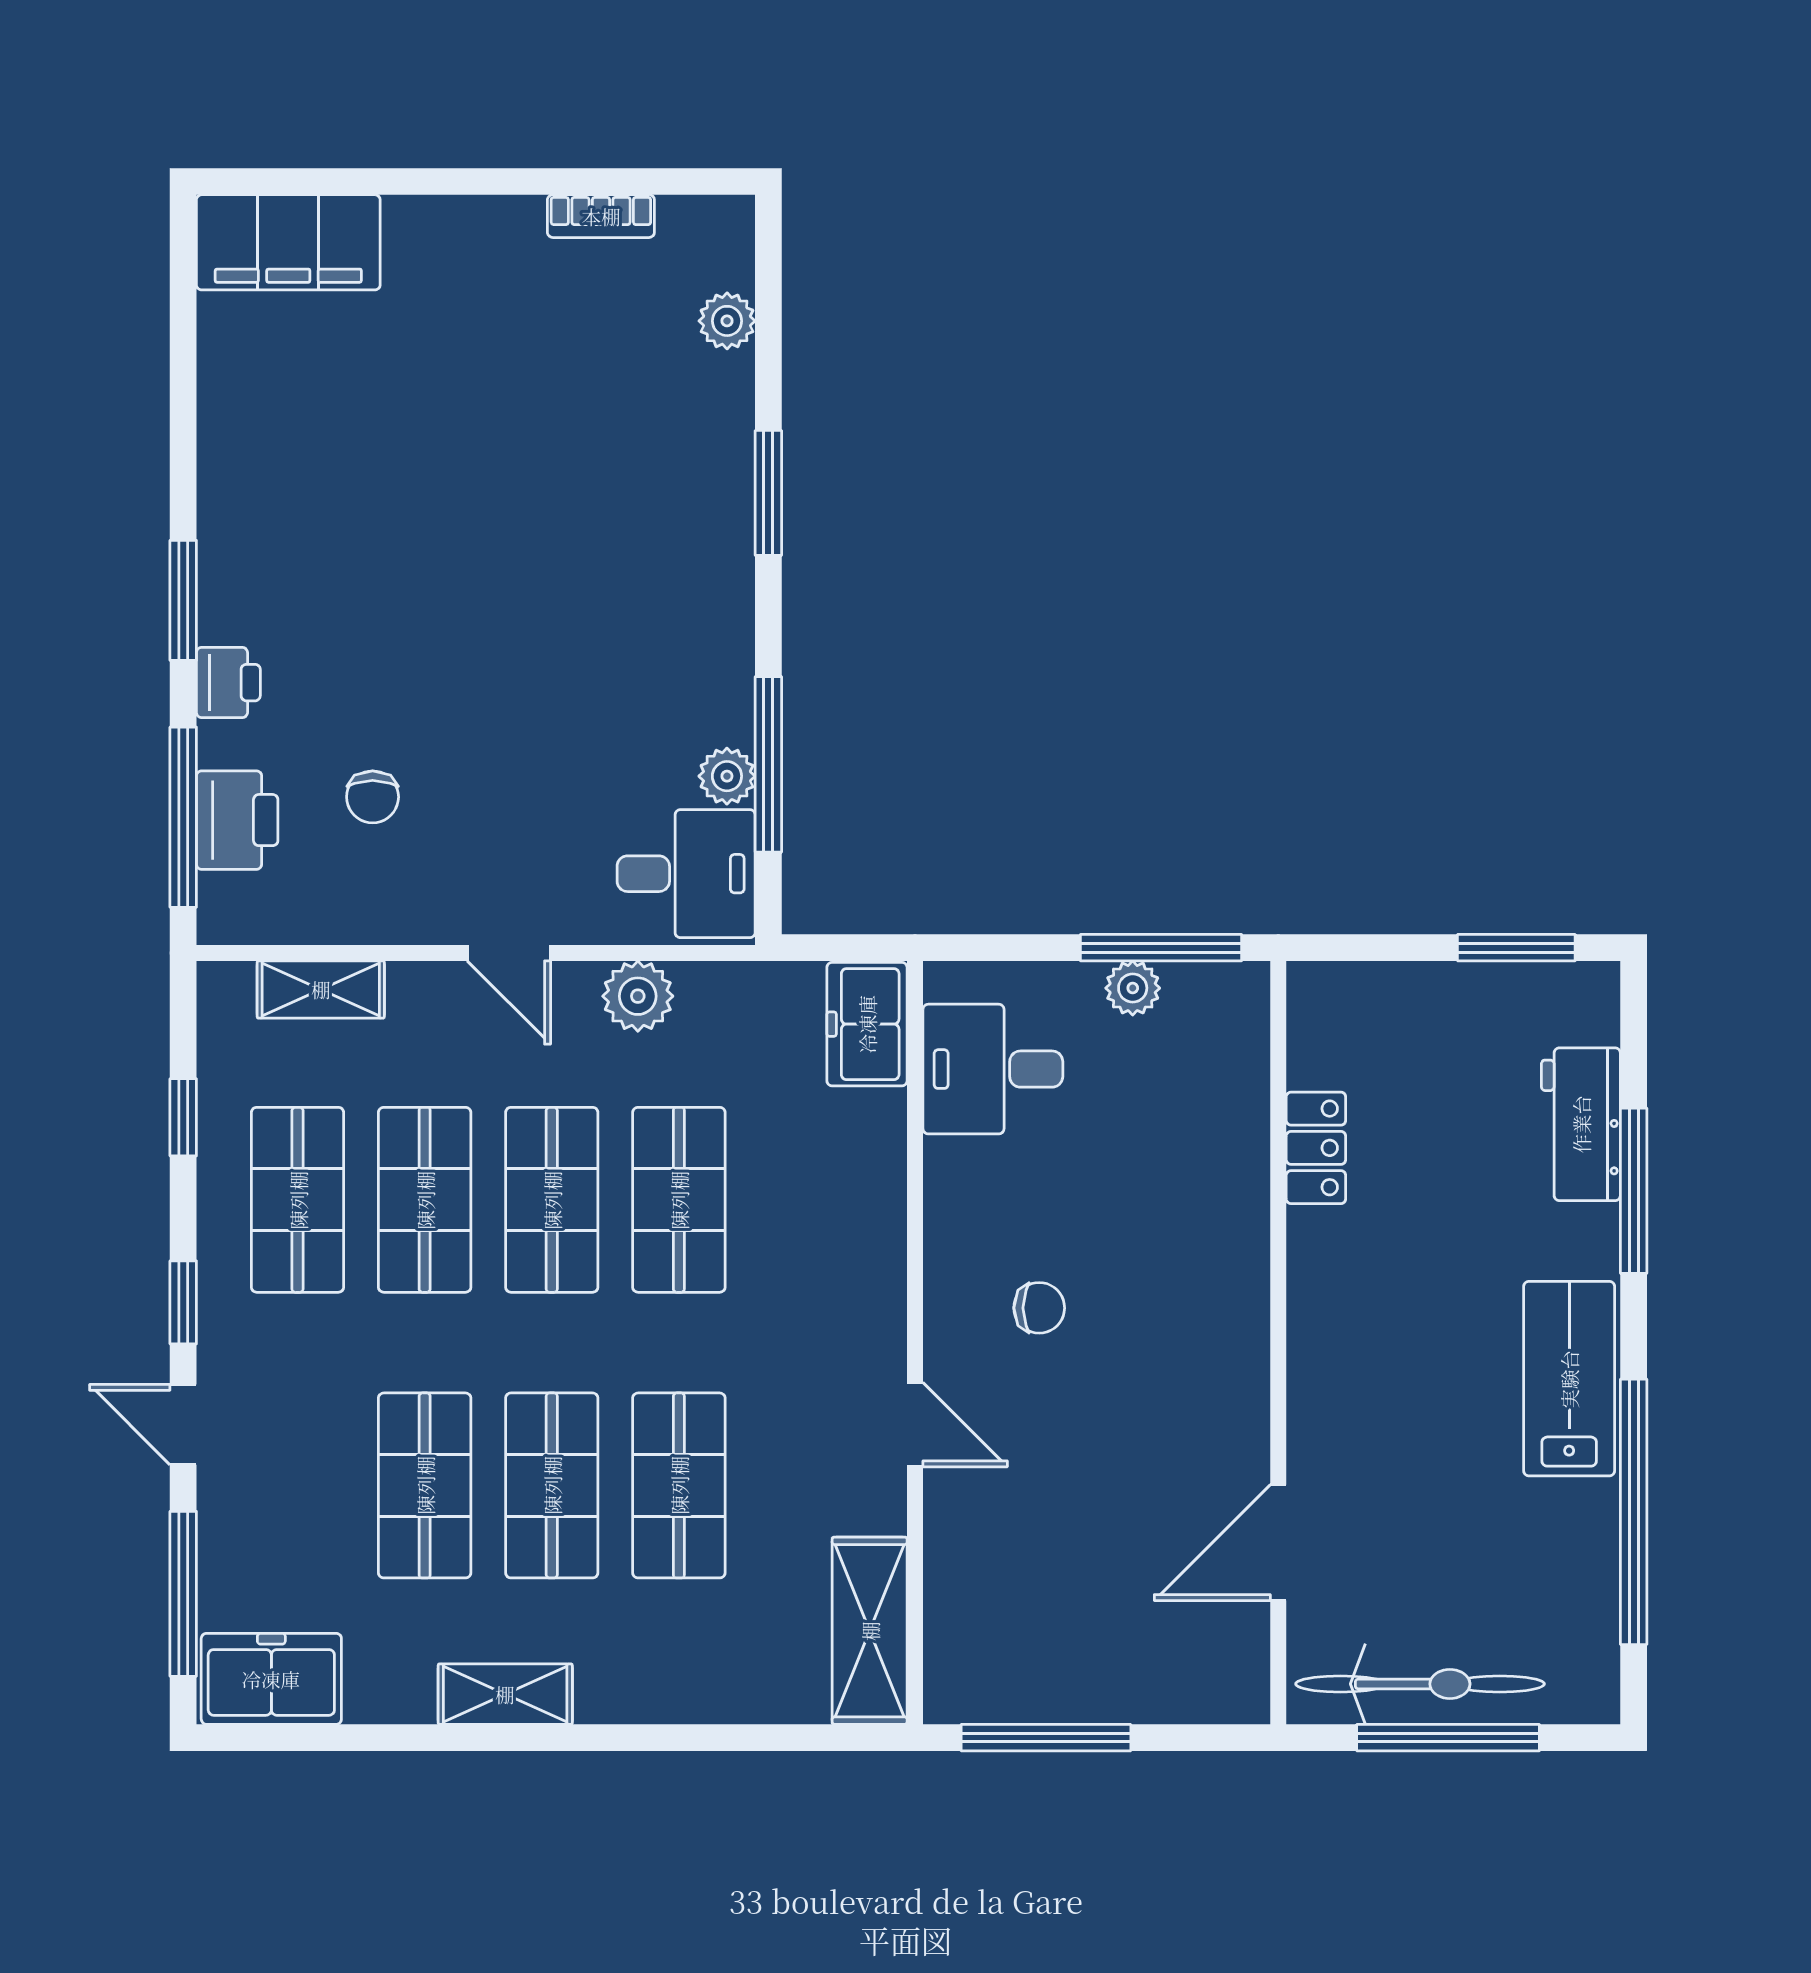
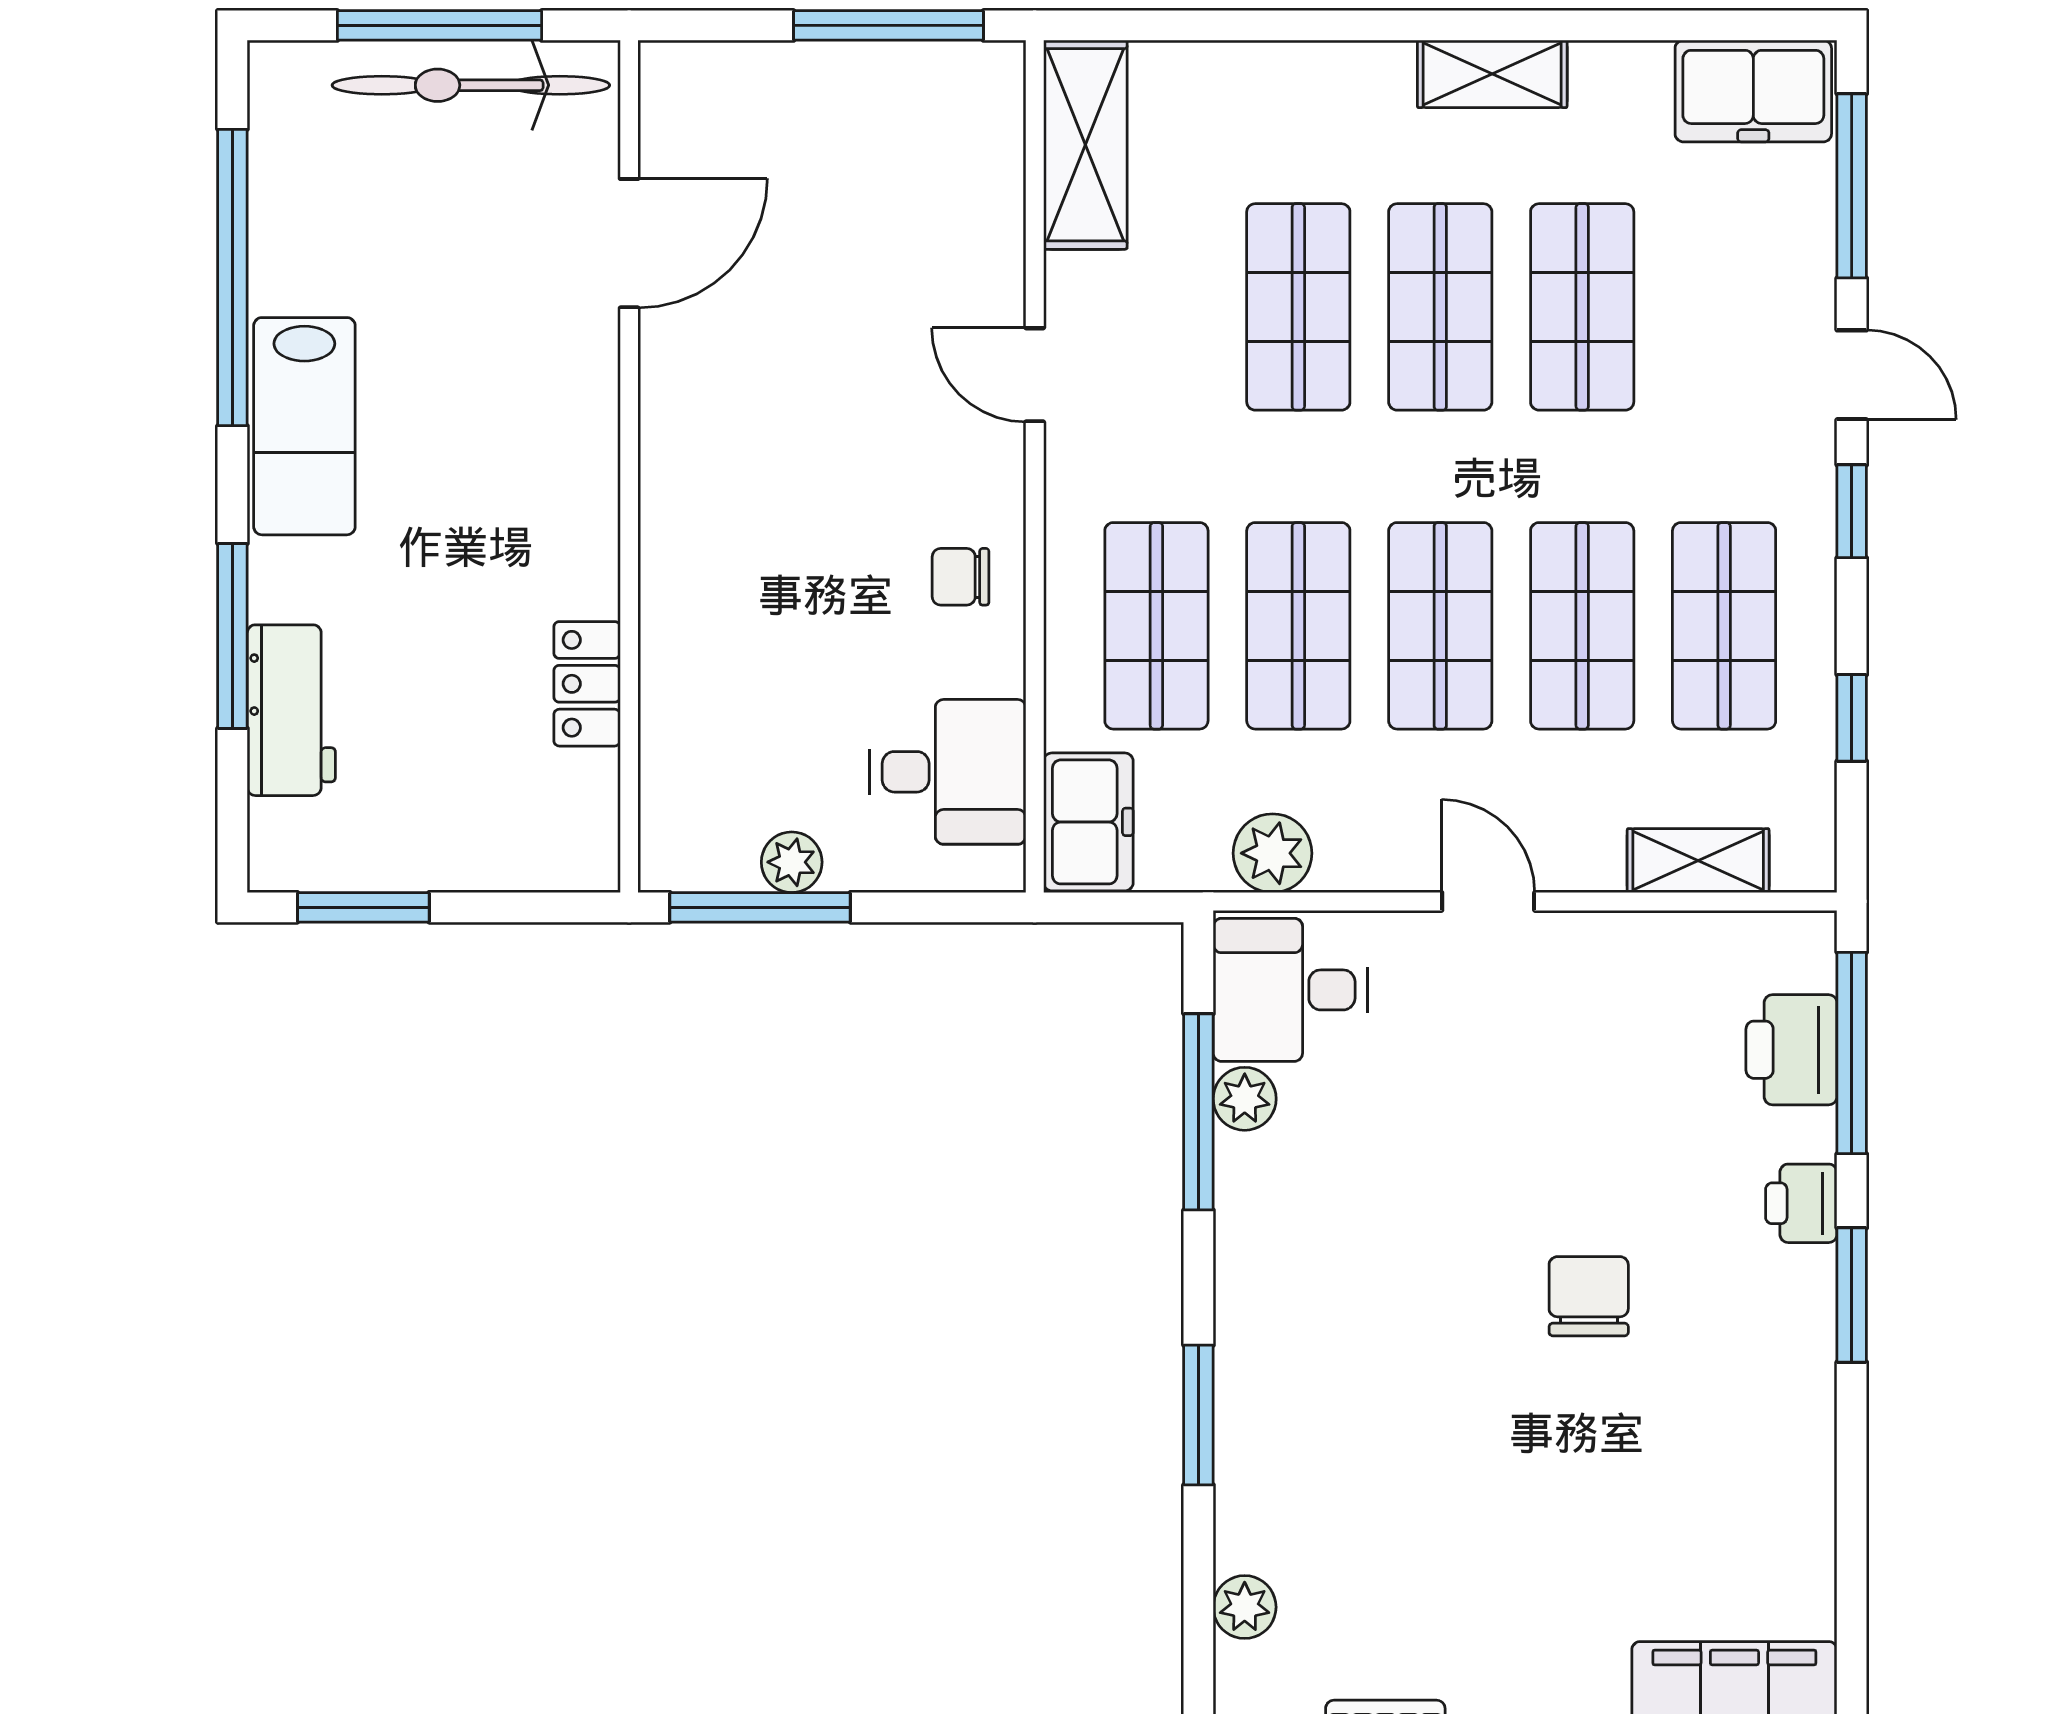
chair: (373, 797) -> (1589, 1296), moved, width x1.37, depth x1.37
plant: (638, 996) -> (1273, 853), moved
shop shelf: (806, 1200) -> (1156, 626), added
chair: (1039, 1308) -> (960, 577), moved

